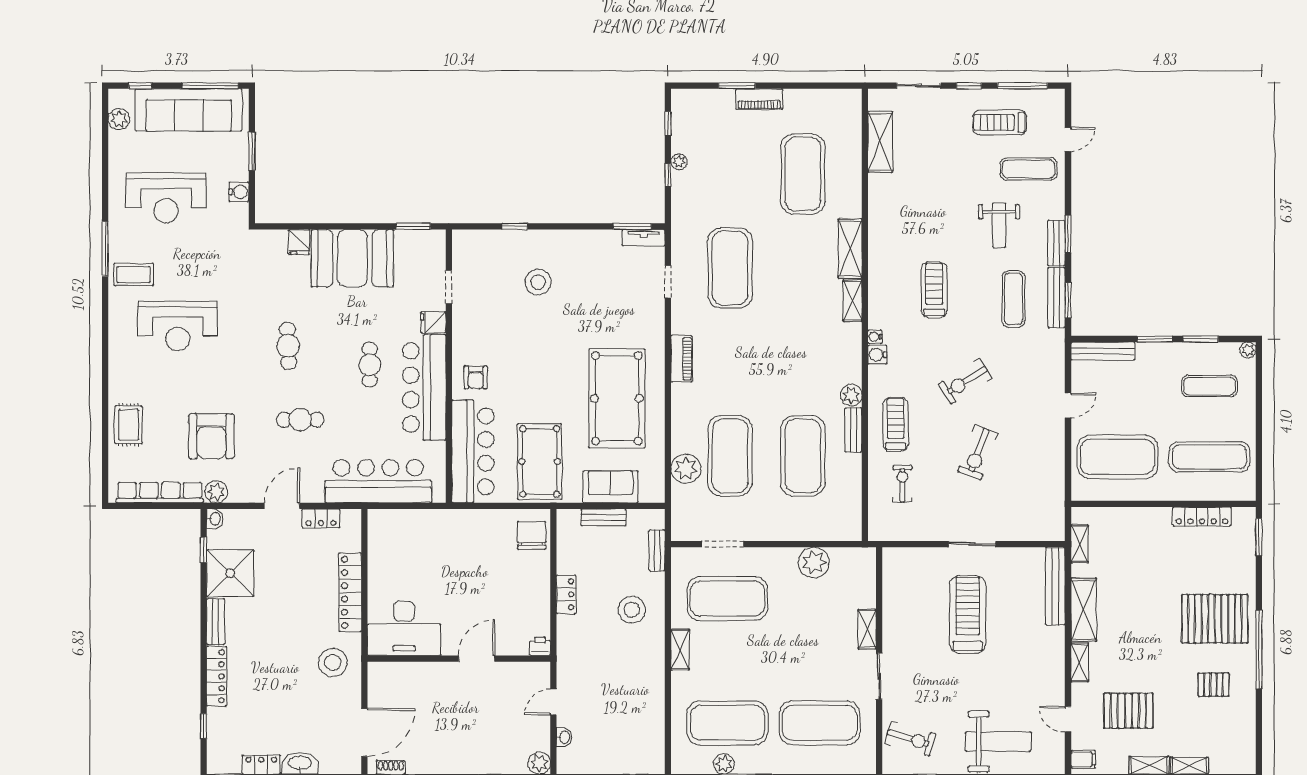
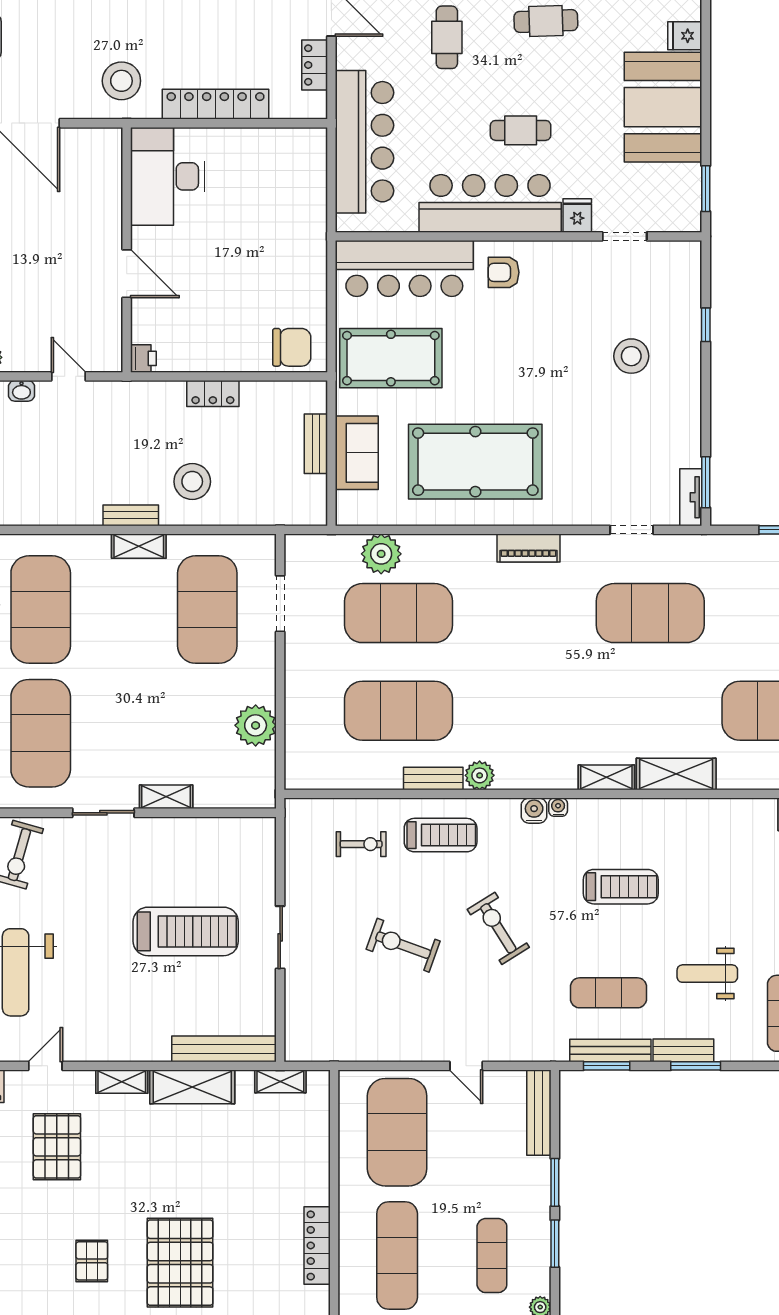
bench: (657, 550) -> (131, 515), moved

